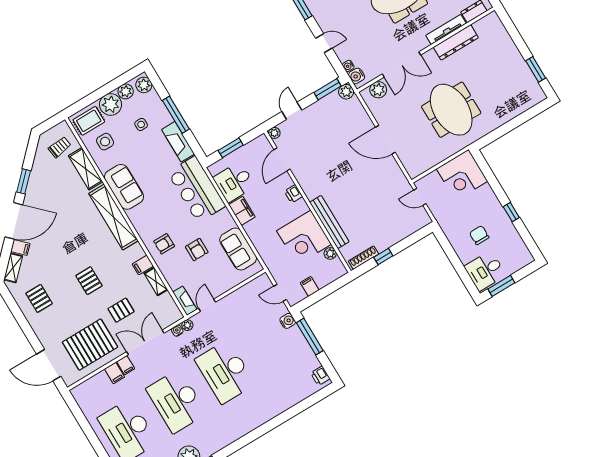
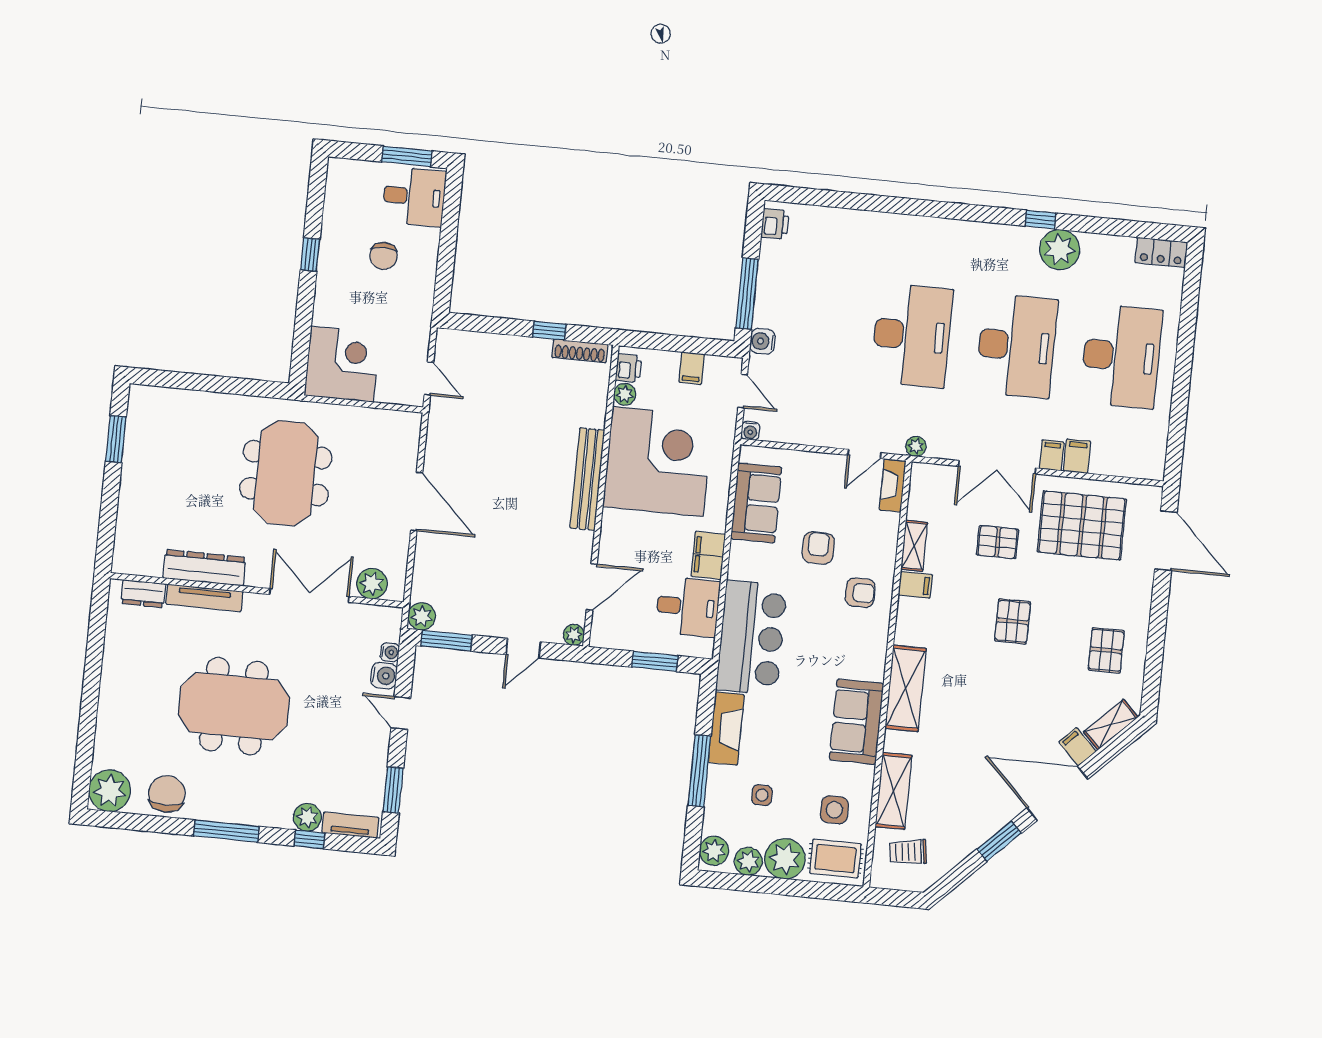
water cooler: (357, 76) -> (384, 676), moved
printer: (293, 194) -> (629, 368), moved
shelving: (114, 217) -> (906, 688), width x0.68
bench: (329, 222) -> (587, 479), moved
corner desk: (304, 237) -> (658, 461), width x1.36, depth x1.36
water cooler: (177, 331) -> (750, 431), moved

